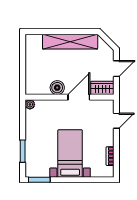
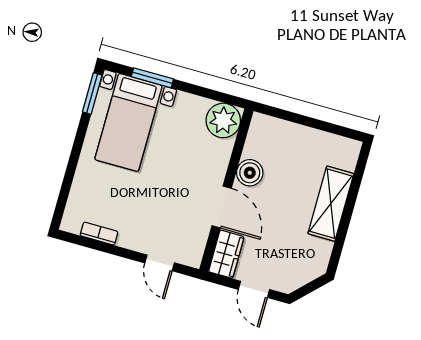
shelving: (70, 42) -> (331, 204), width x0.68
plant: (30, 104) -> (223, 120), width x1.87, depth x1.87
bed with nightstands: (70, 153) -> (128, 122), moved, turned 90

